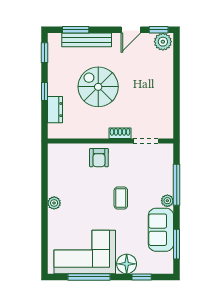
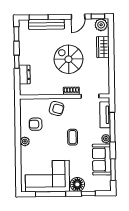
wardrobe: (165, 73) -> (103, 47), added
spiral stairs: (98, 87) -> (68, 59), moved
armchair: (99, 158) -> (56, 109), turned -74
tv unit: (166, 167) -> (105, 115), added
armchair: (69, 179) -> (36, 124), added

